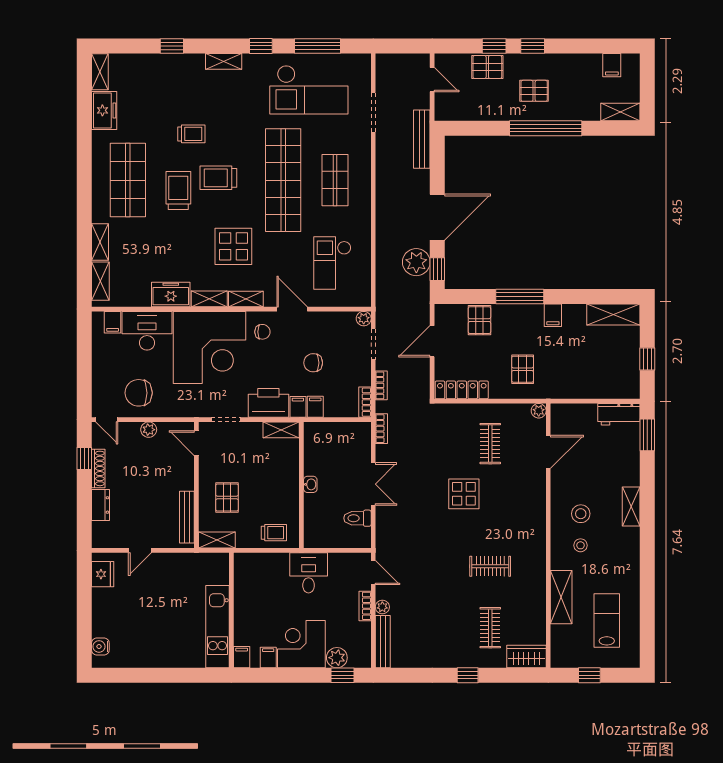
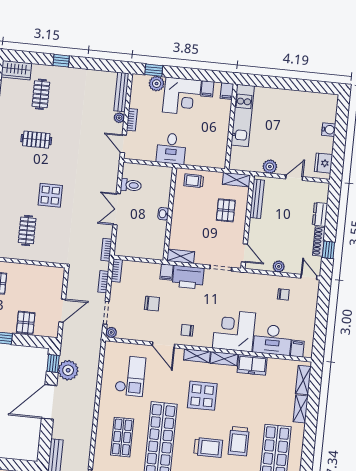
corner desk: (209, 347) -> (234, 331), width x0.74, depth x0.74
locker: (462, 390) -> (44, 272), removed
chair: (139, 393) -> (283, 294), width x0.54, depth x0.54
filing cabinet: (315, 407) -> (154, 271), removed
plant: (174, 562) -> (270, 167), added
water cooler: (100, 646) -> (329, 130), moved

